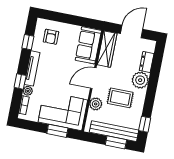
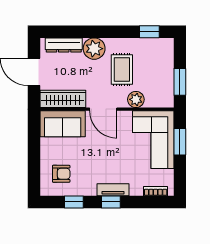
dresser: (147, 62) -> (64, 45), width x1.44
tv unit: (32, 68) -> (113, 190), width x0.71
window: (20, 81) -> (111, 202), moved
plant: (28, 91) -> (136, 190), removed
bench: (114, 131) -> (166, 69), removed
window: (116, 142) -> (180, 82), moved

